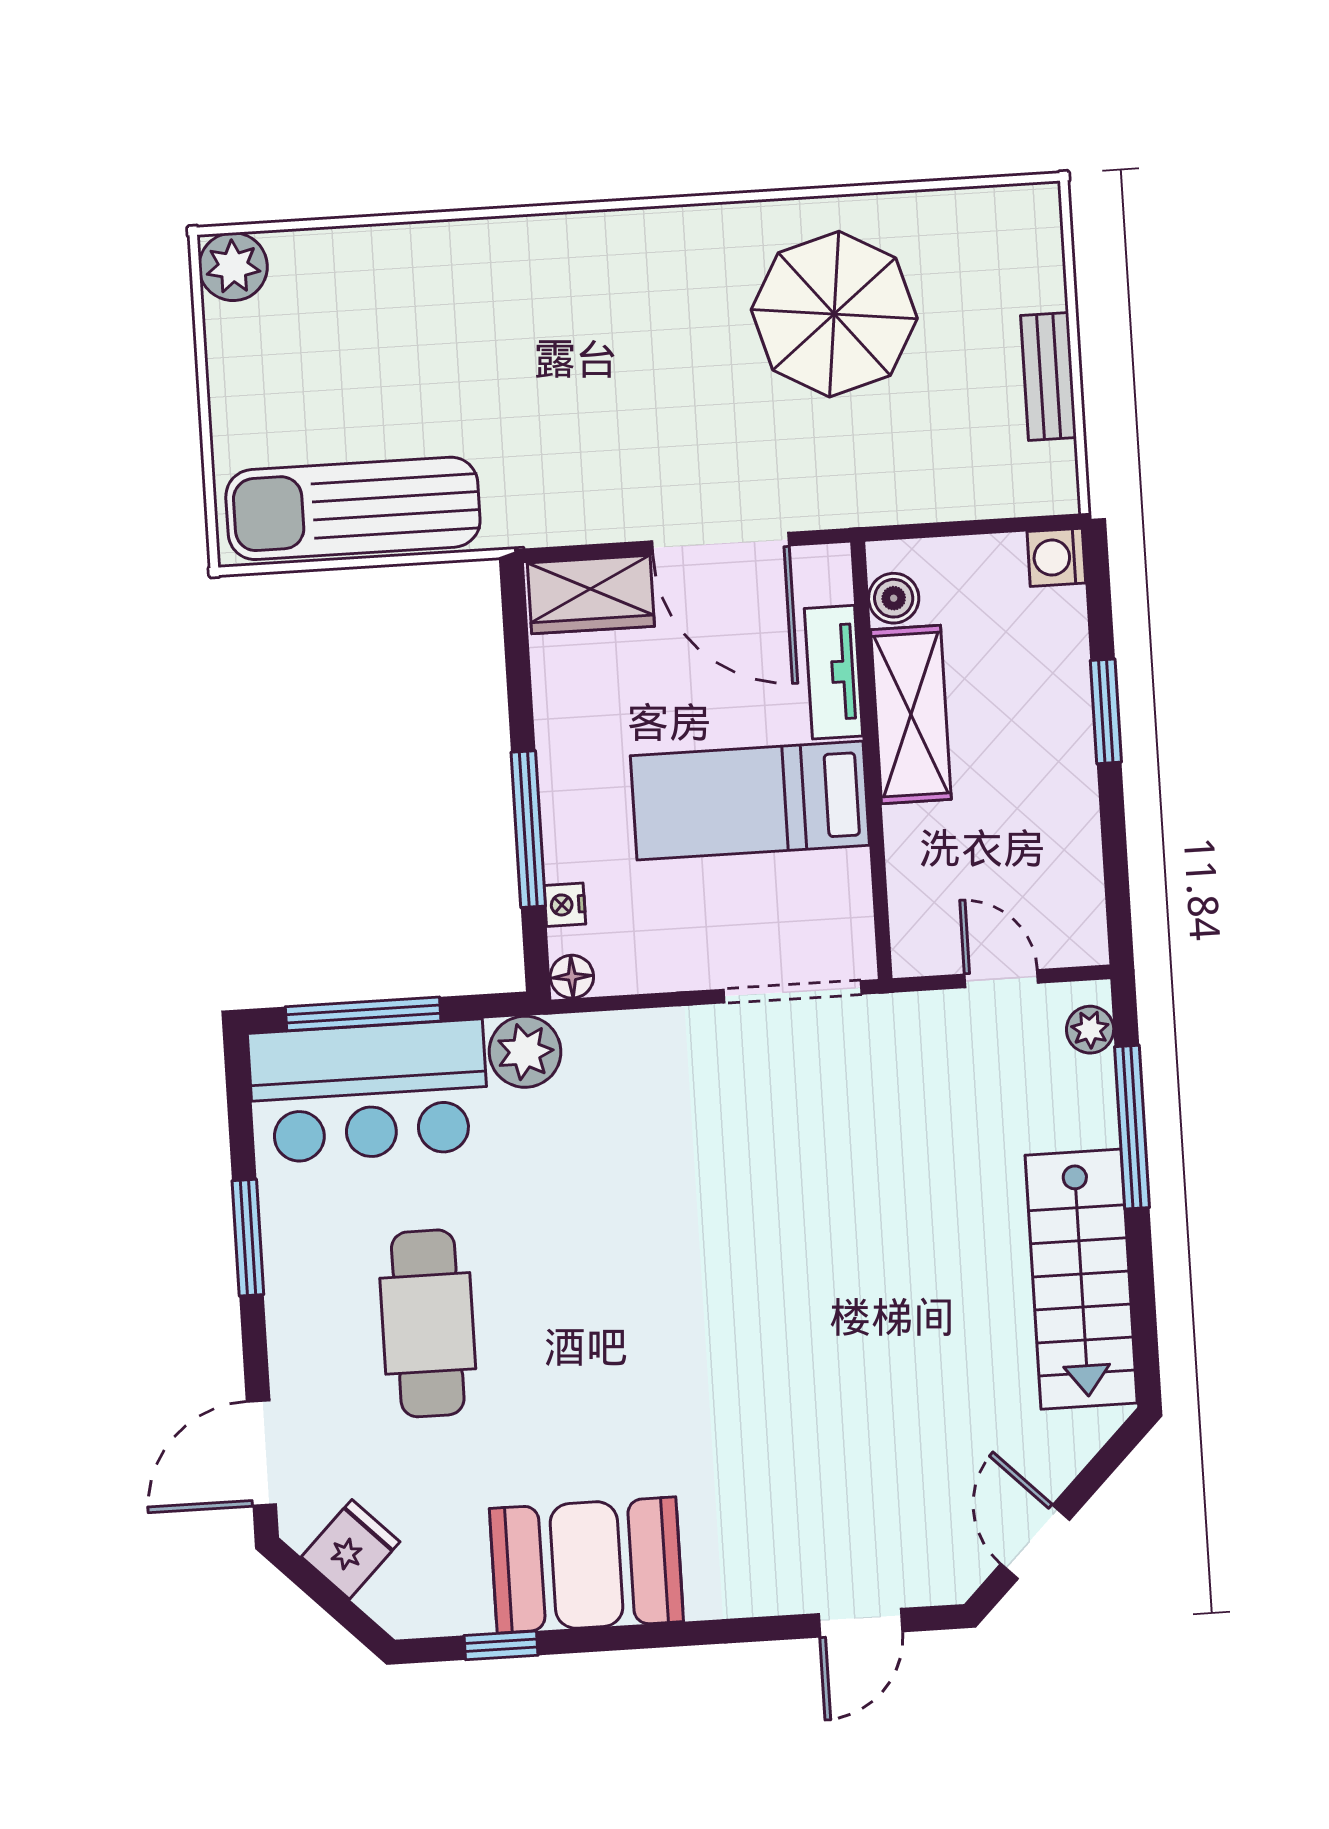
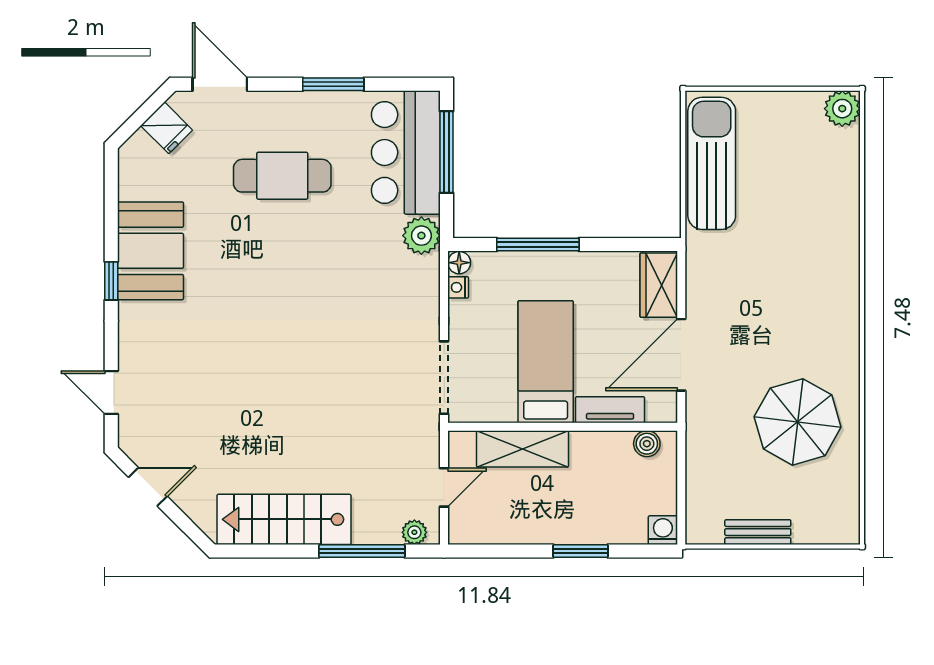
shelving: (911, 715) -> (523, 449), moved
nightstand: (565, 905) -> (458, 287), moved, turned -90
window: (501, 1645) -> (111, 281), moved

